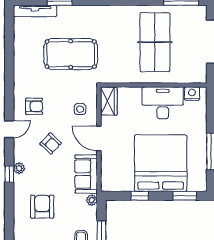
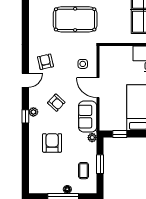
wardrobe: (109, 101) -> (106, 58), removed
armchair: (34, 106) -> (45, 62), turned -103
armchair: (51, 143) -> (56, 103), moved
window: (140, 196) -> (120, 134), moved

